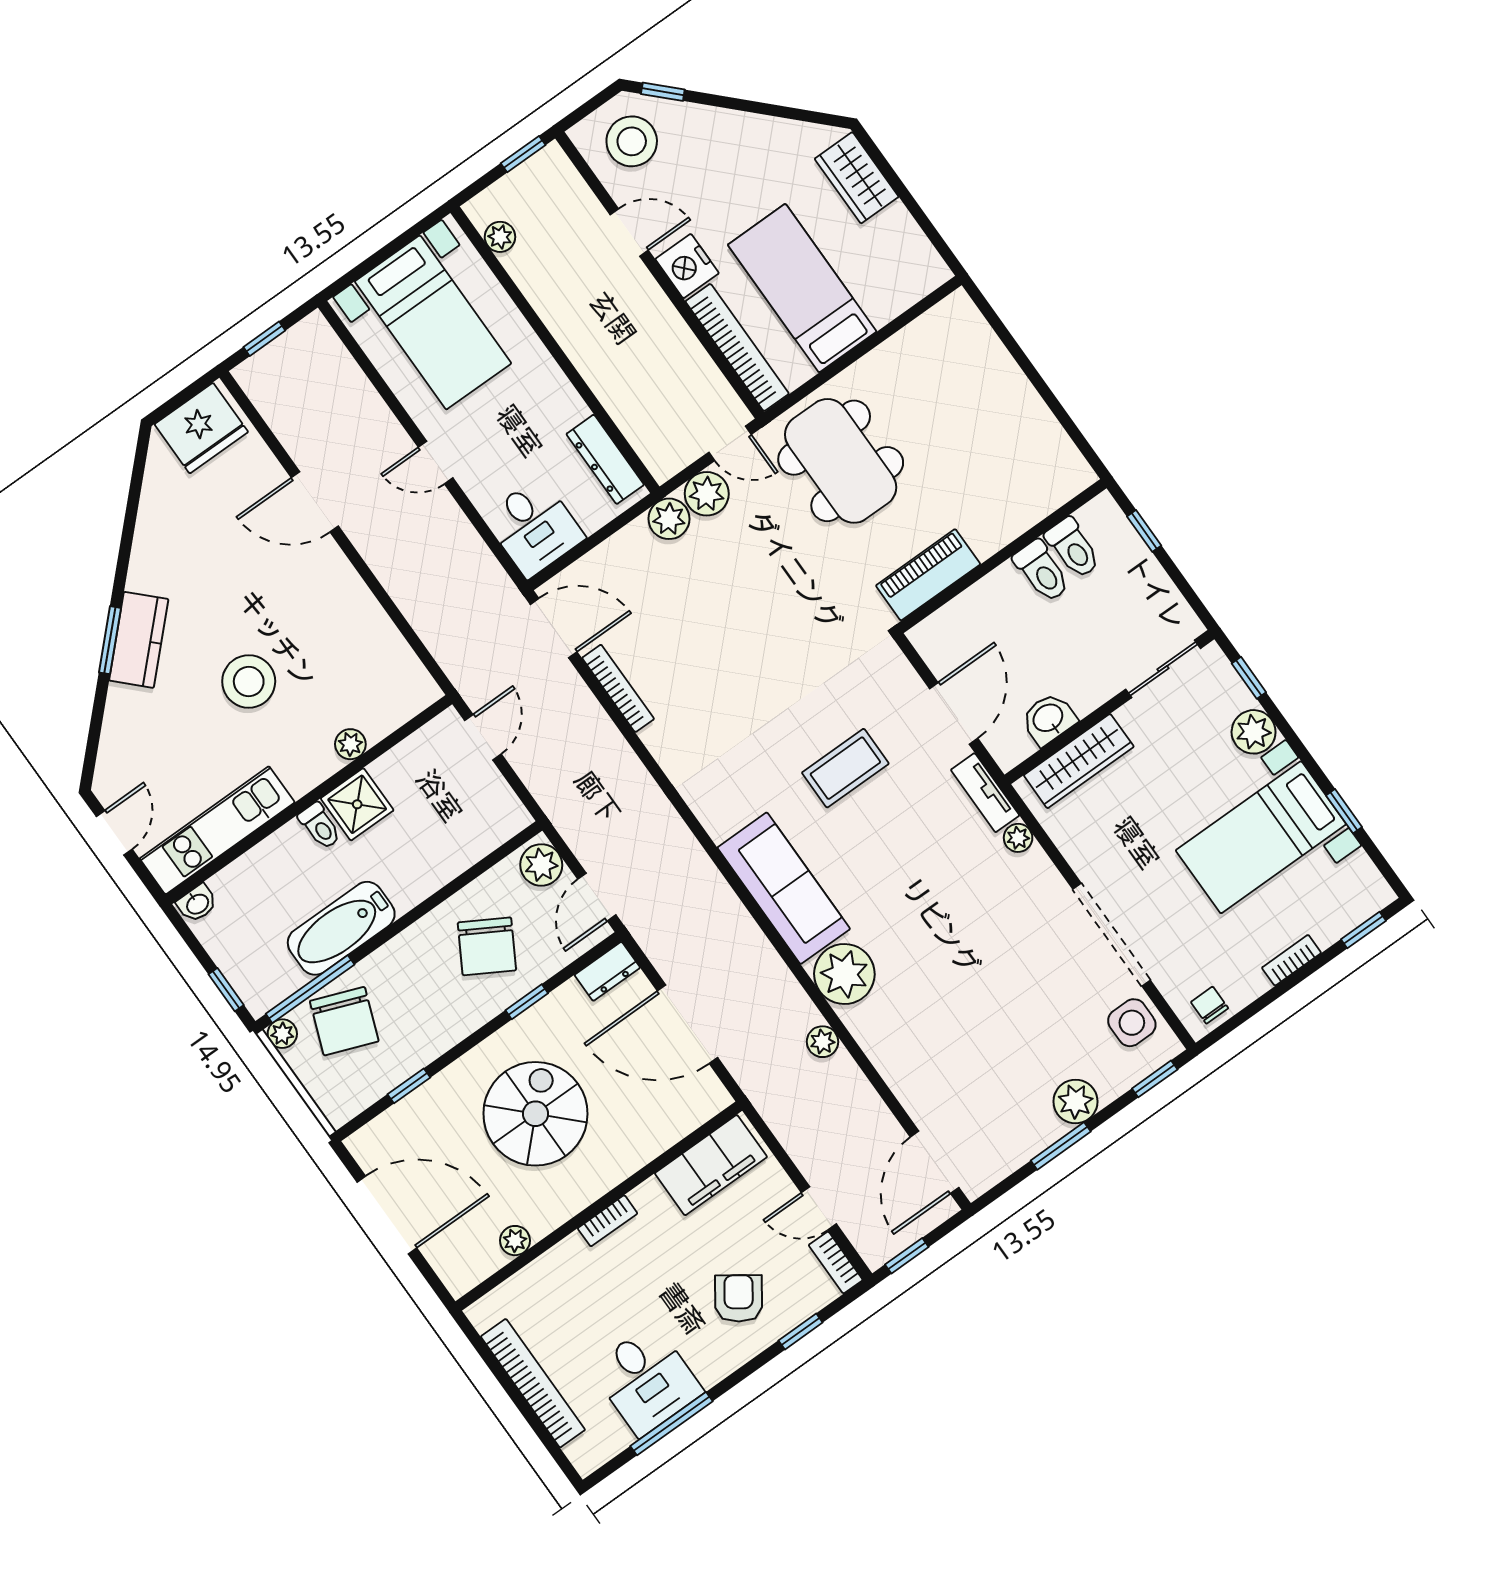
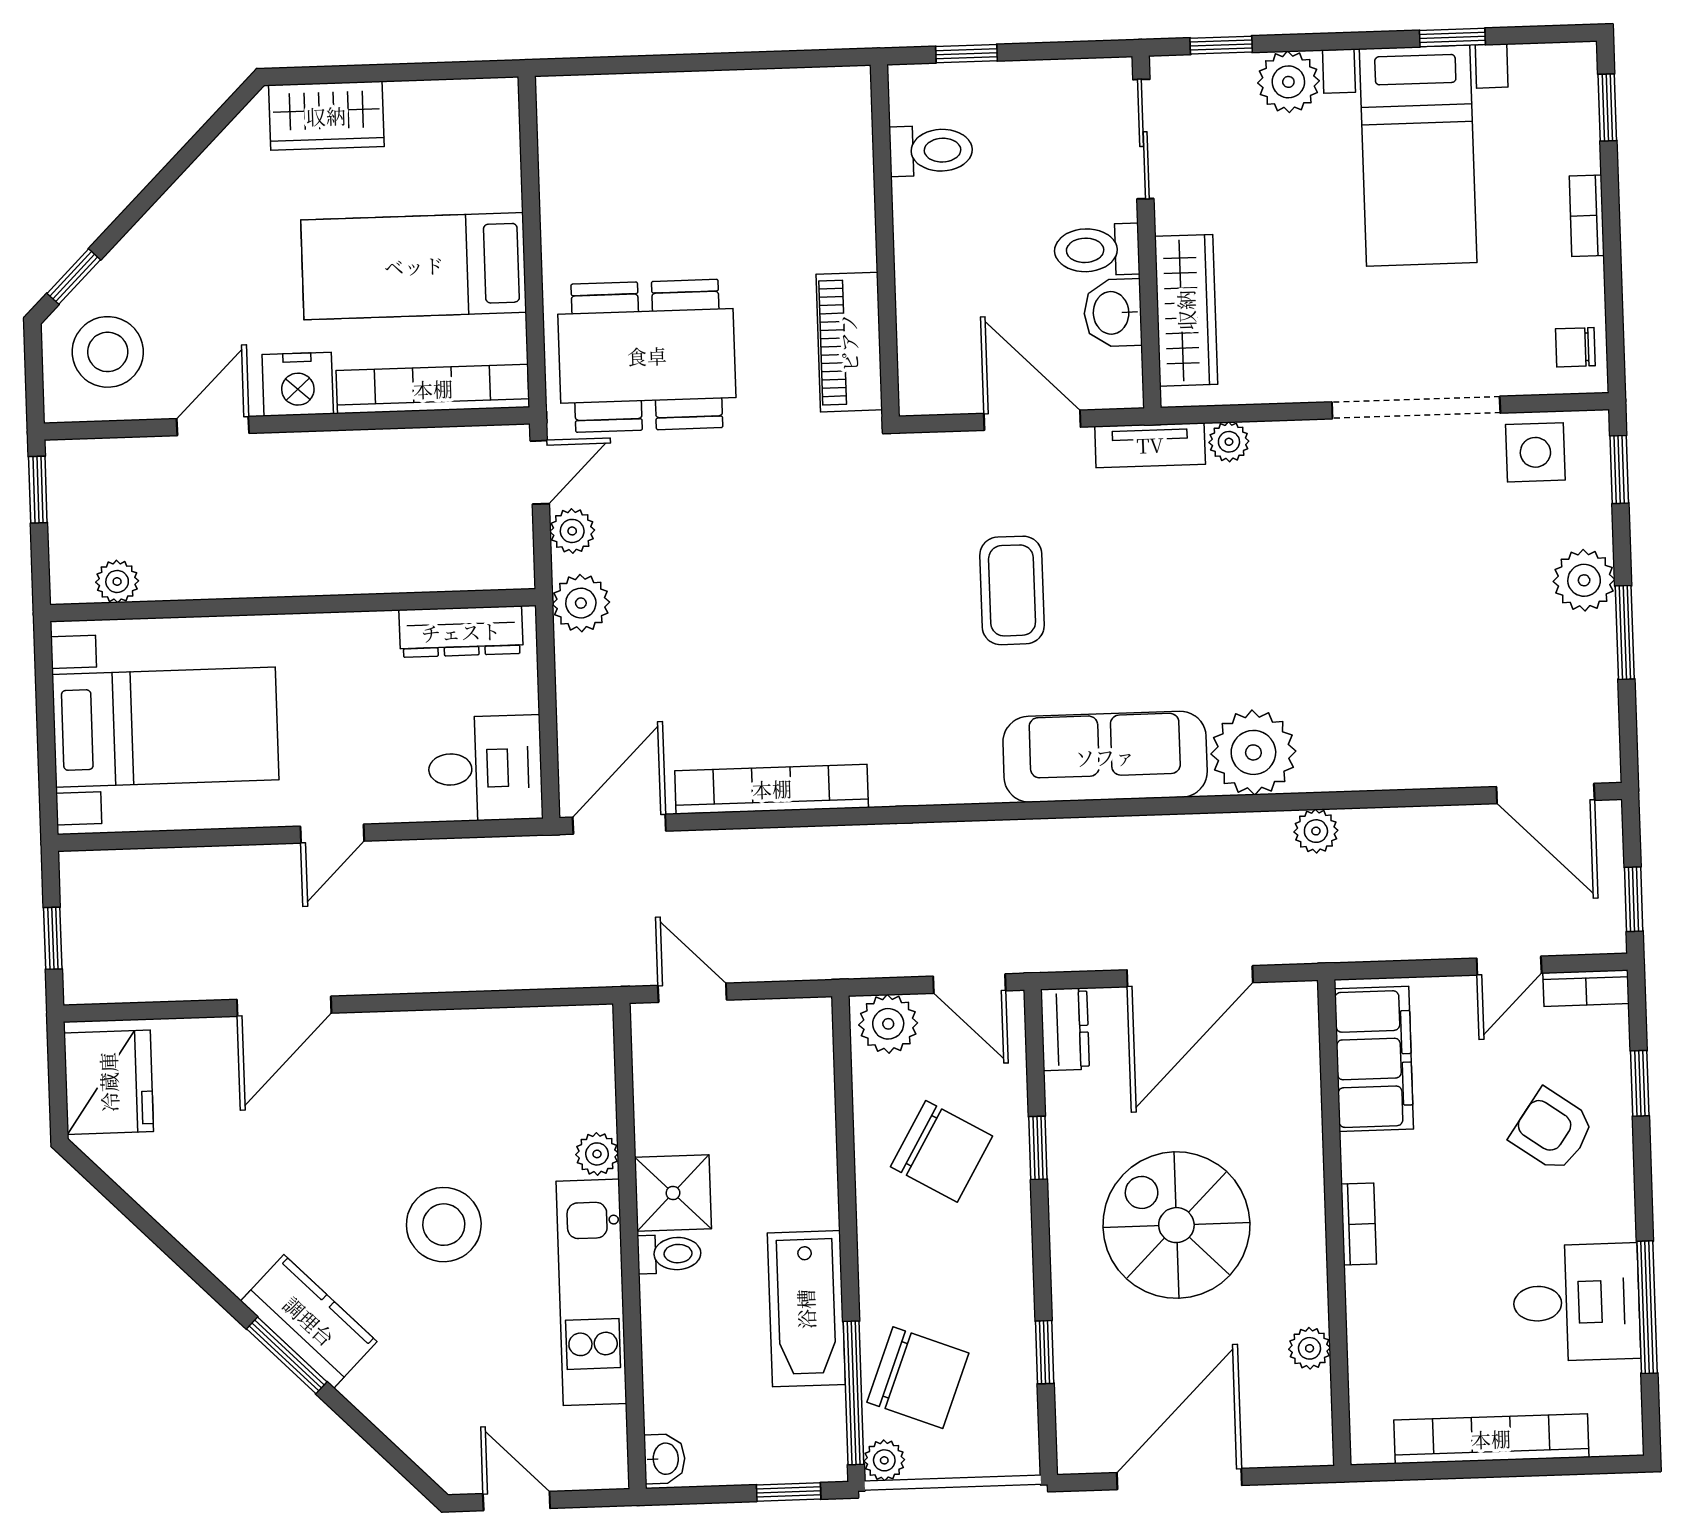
plant: (707, 494) -> (572, 531), width x0.73, depth x0.73
toilet: (1042, 571) -> (1097, 250), moved, turned 180
bookcase: (618, 688) -> (772, 789), width x1.48, depth x1.31
kitchen unit: (217, 830) -> (591, 1292), moved

